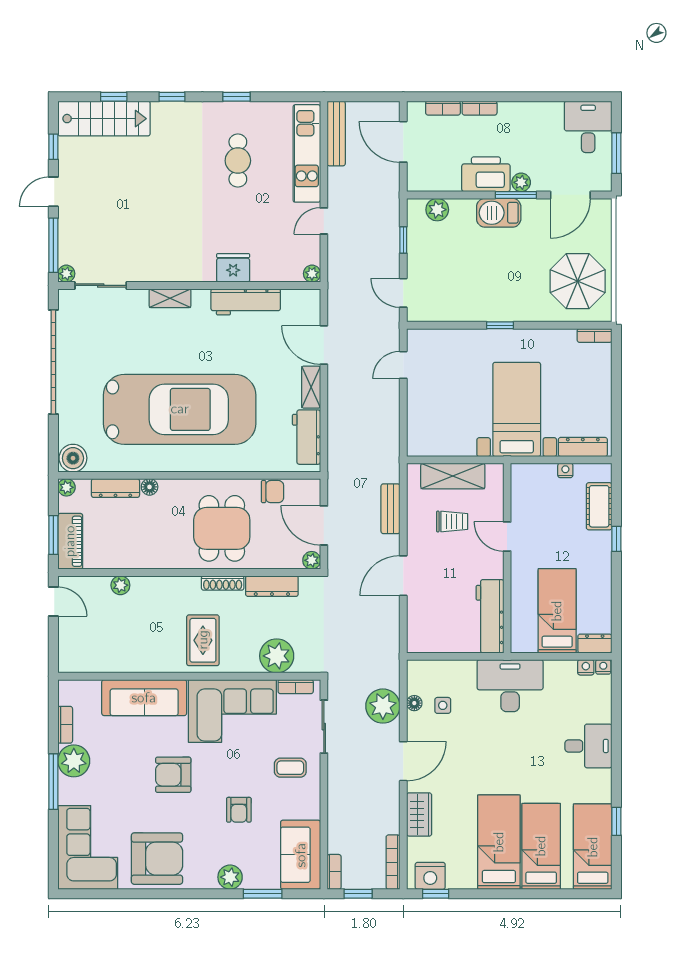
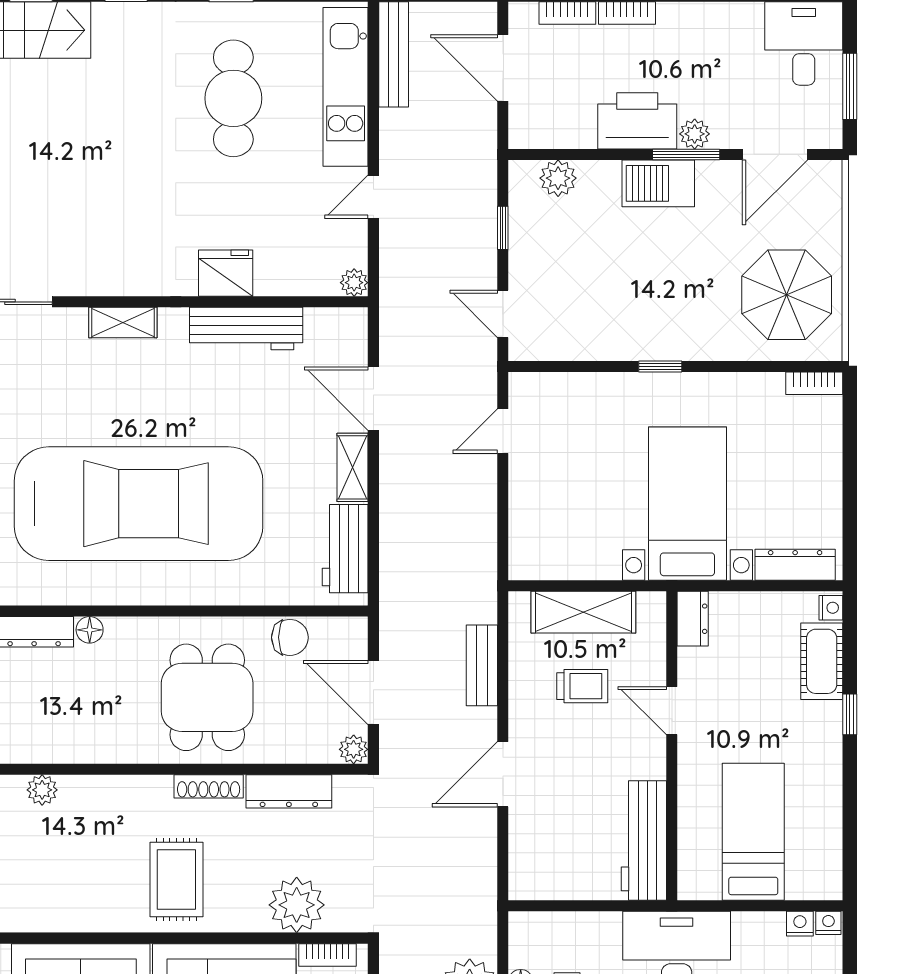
cafe table: (238, 161) -> (233, 98), width x1.37, depth x1.35
nightstand: (565, 470) -> (831, 608), moved, turned 90
dresser: (595, 644) -> (693, 619), moved, turned 90

